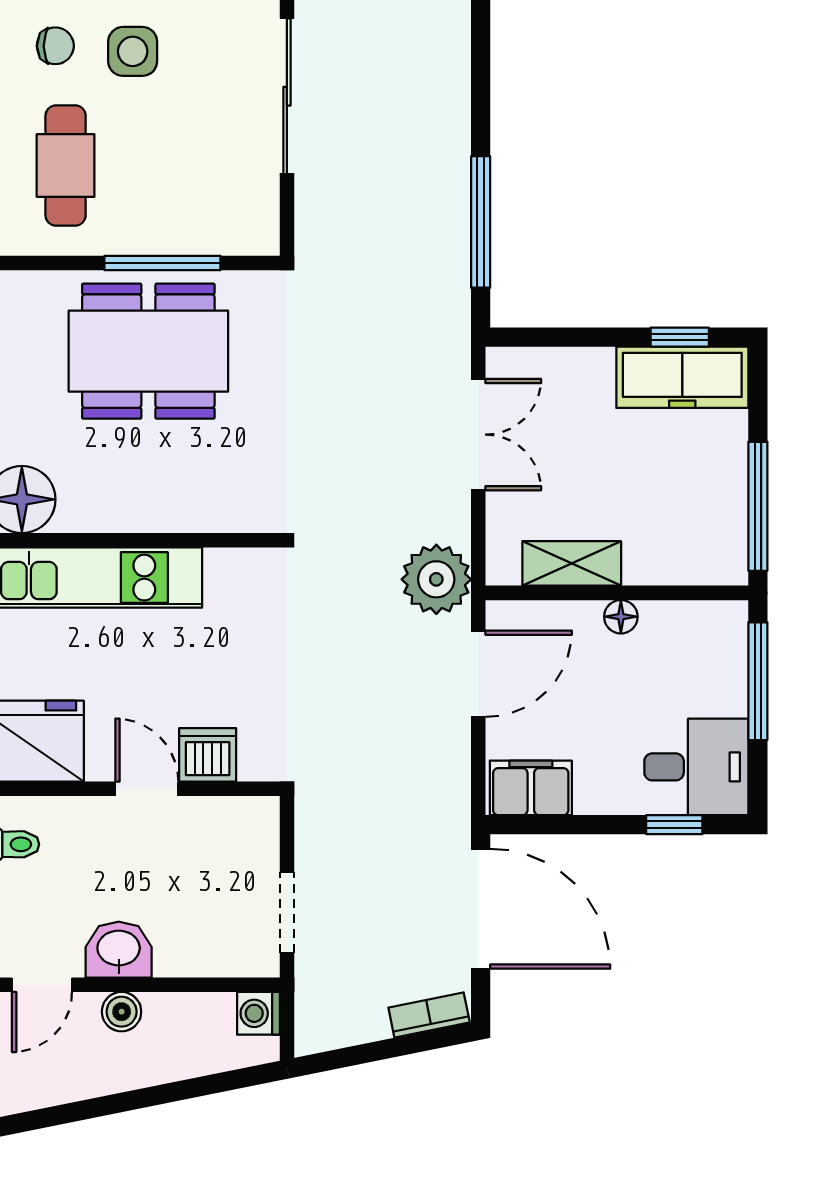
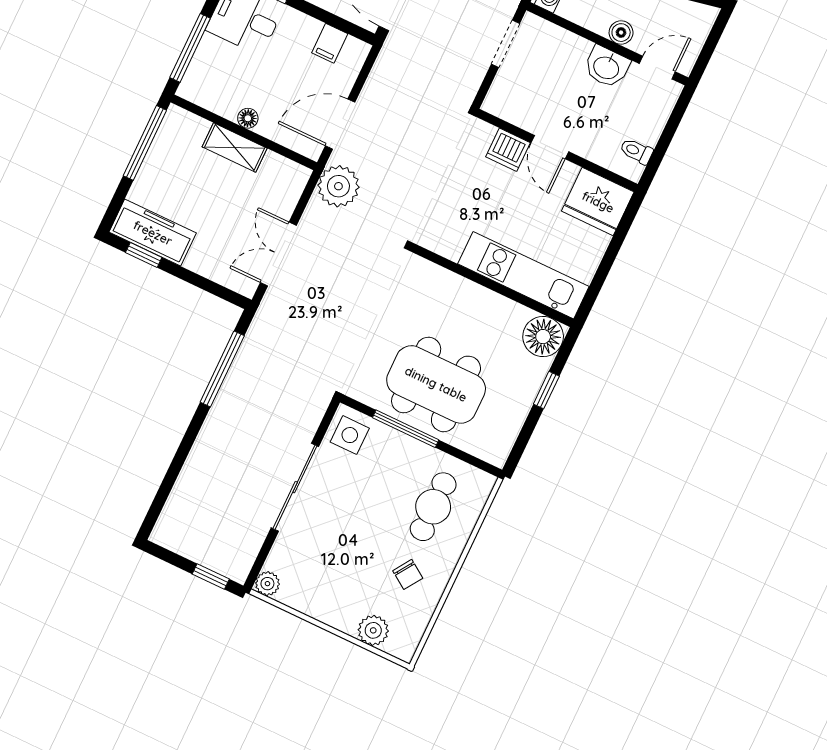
chair: (55, 46) -> (408, 574), turned -146
side table: (133, 51) -> (350, 435), moved
shelving: (572, 563) -> (235, 148), moved
filing cabinet: (531, 788) -> (330, 43), width x0.50

